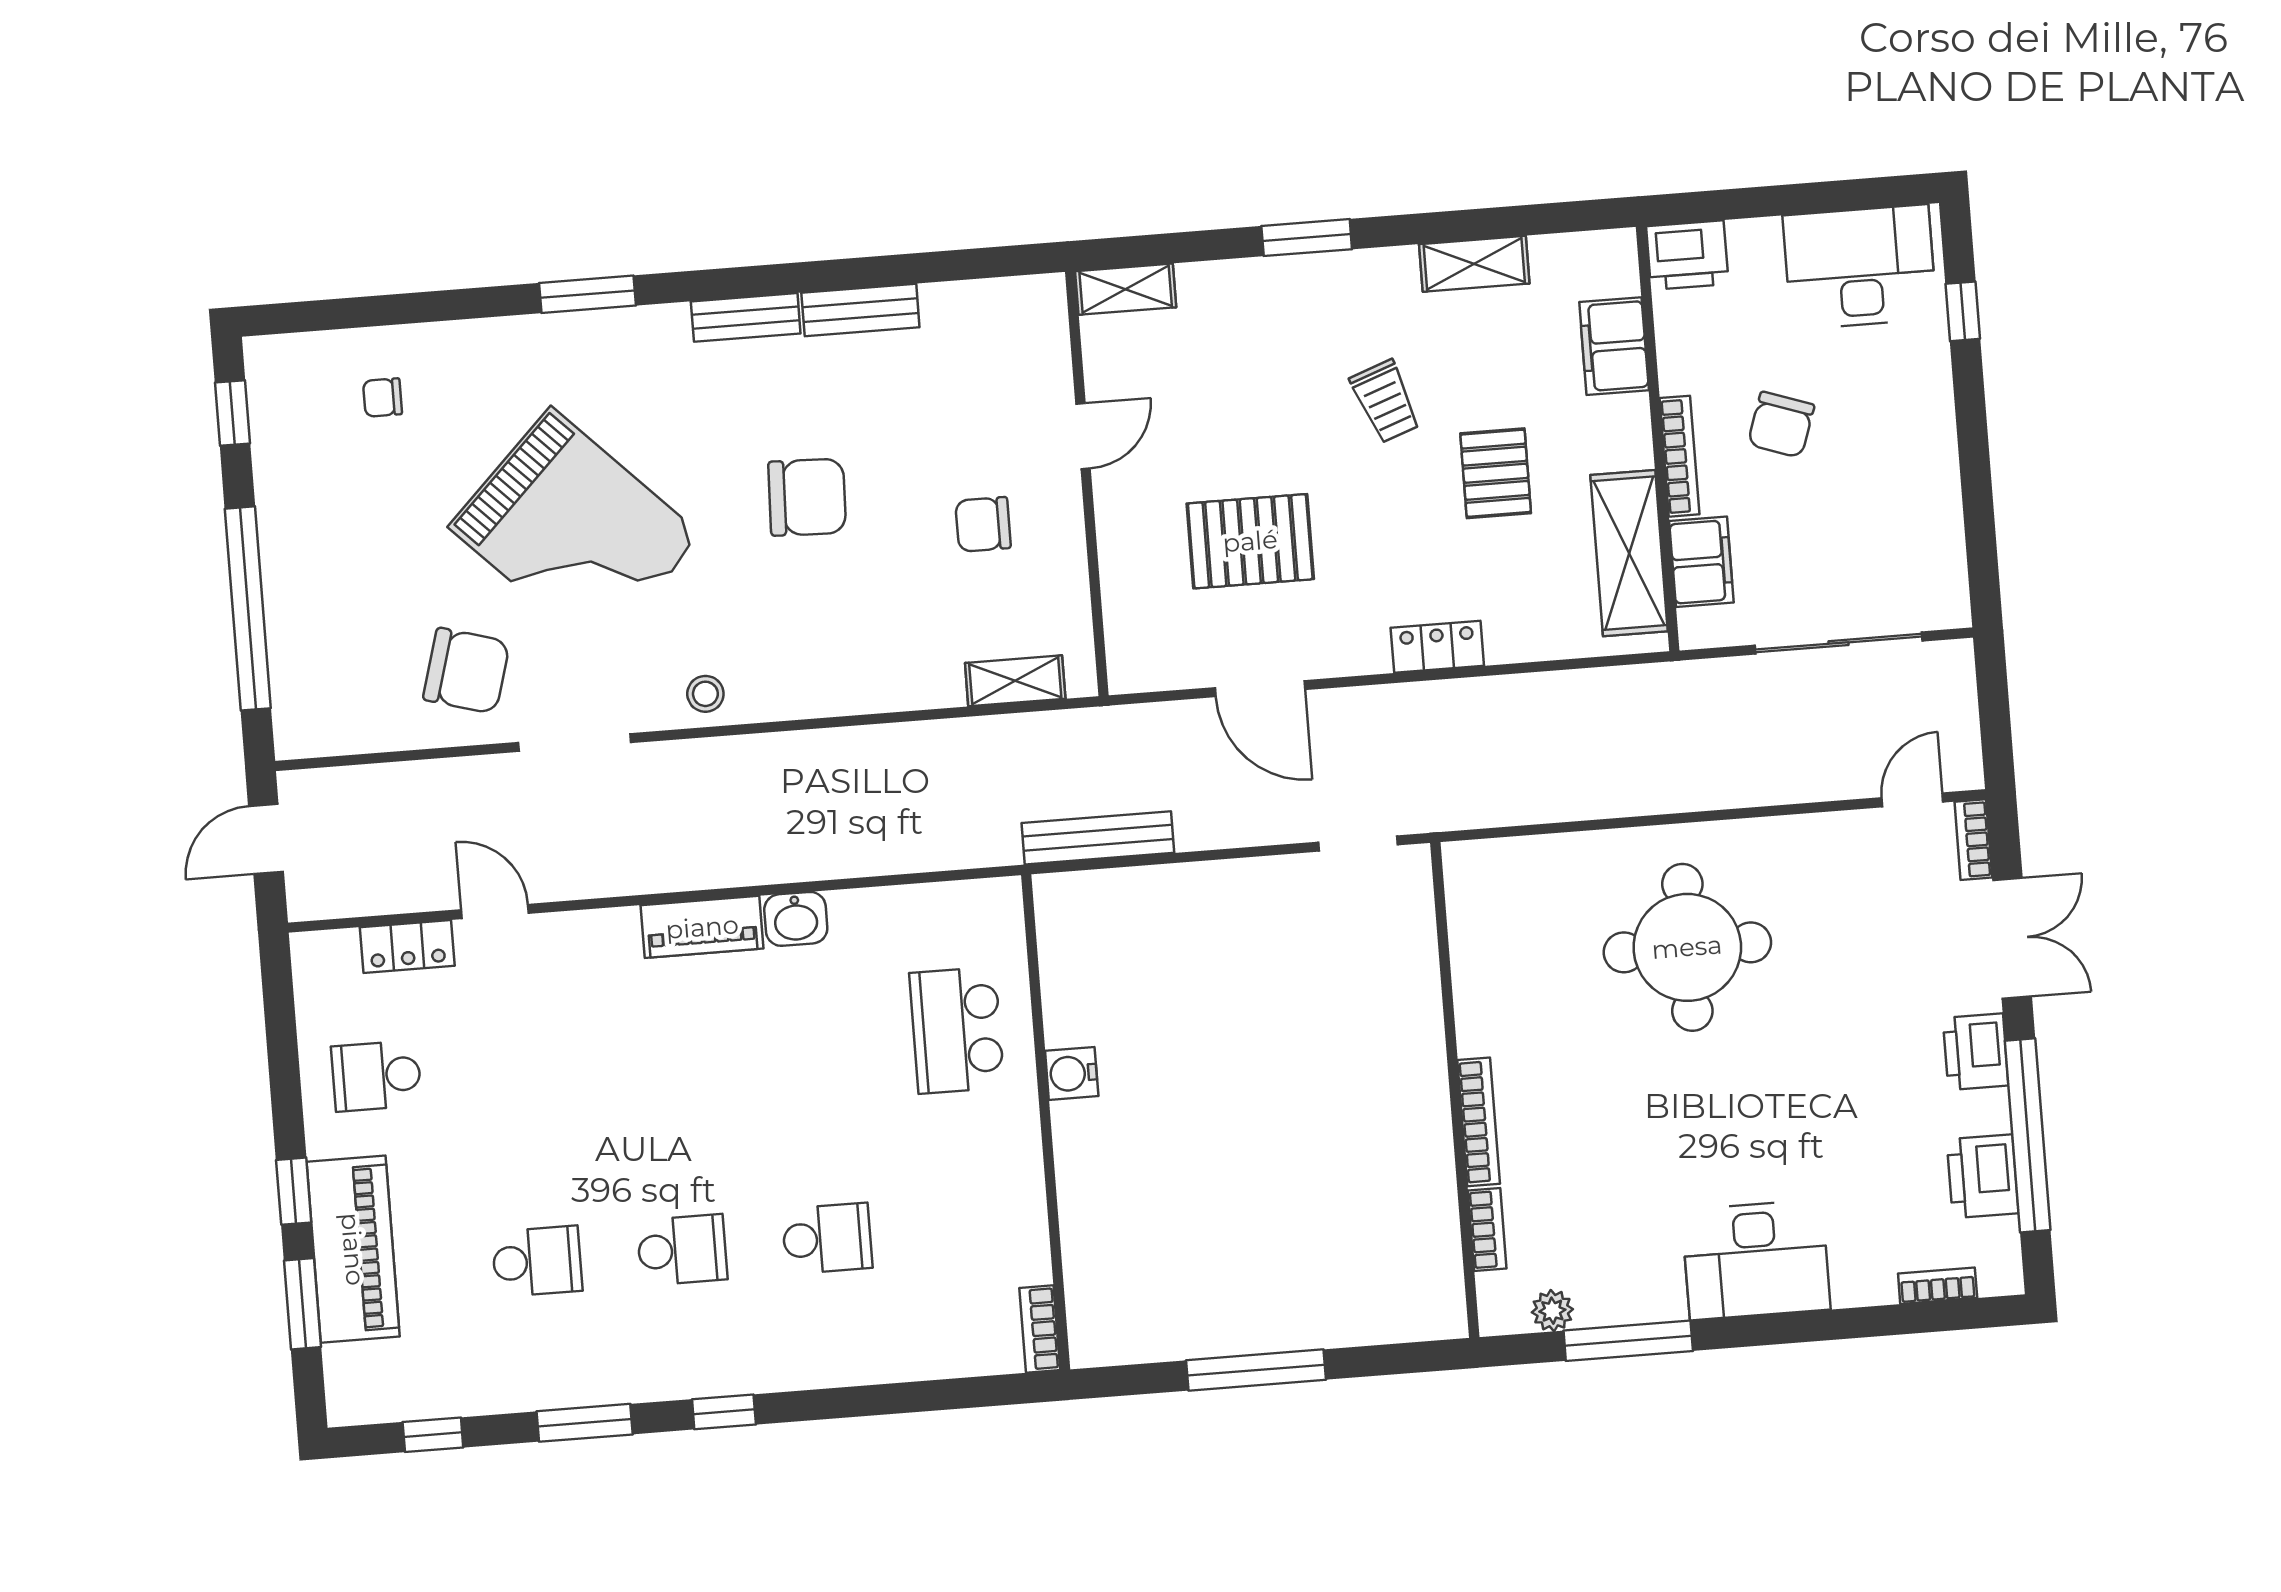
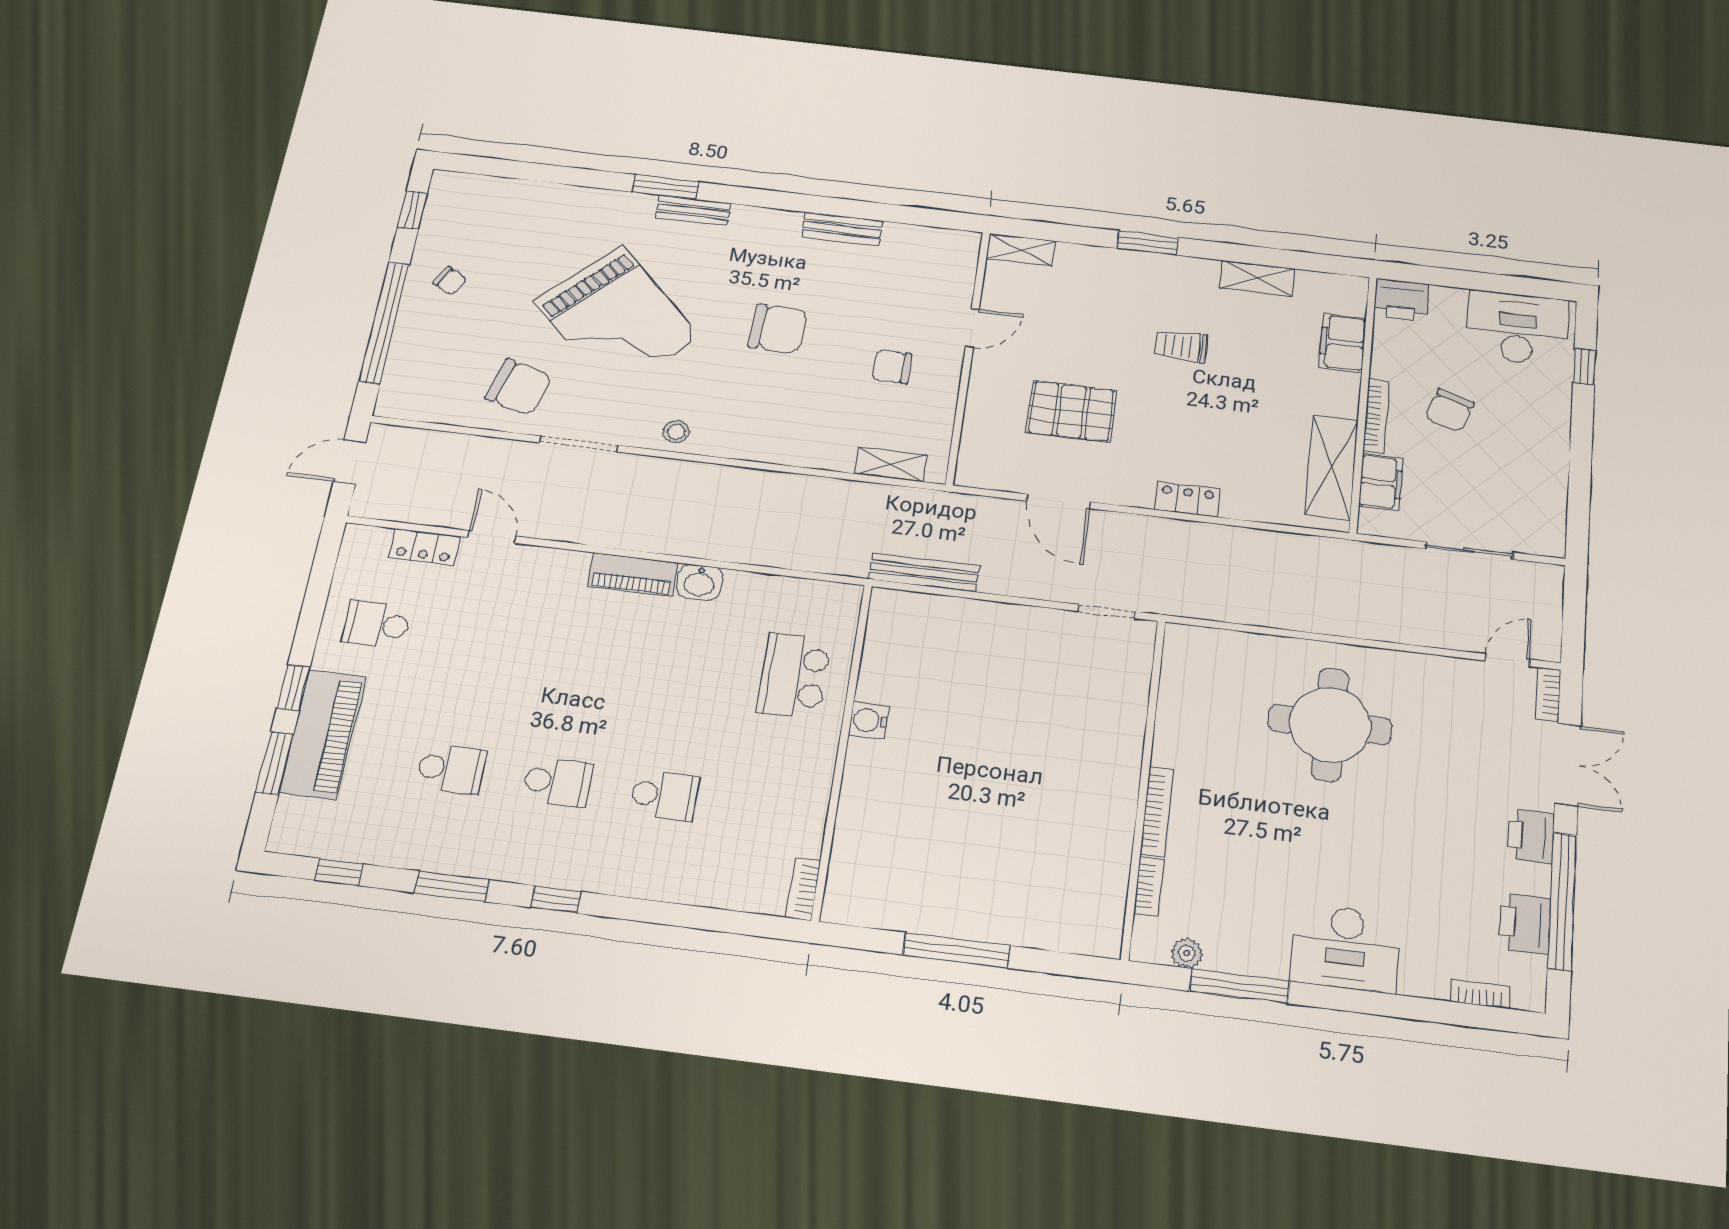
bench: (746, 317) -> (693, 211), moved
chair: (382, 398) -> (450, 281), moved, turned -150
trolley: (1385, 401) -> (1181, 346), turned 110
pallet: (1496, 473) -> (1248, 402), removed
sliding door: (1838, 643) -> (1469, 551), width x0.73

